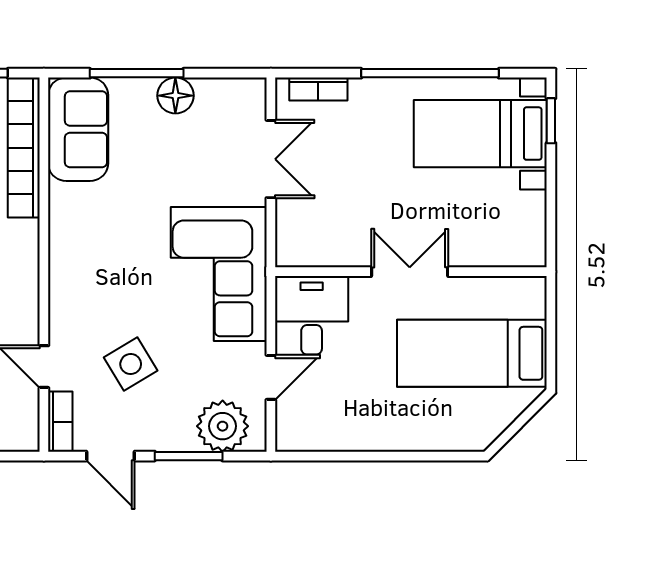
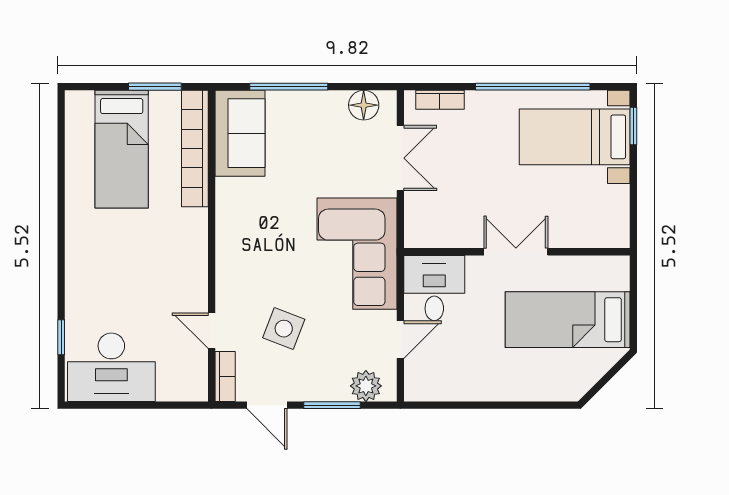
floor lamp: (175, 96) -> (364, 105), moved
side table: (131, 364) -> (284, 329), turned -38
plant: (223, 426) -> (366, 386), width x0.73, depth x0.73

